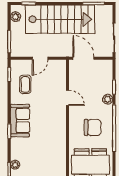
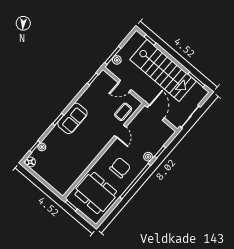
plant: (16, 17) -> (117, 60), moved
coffee table: (25, 84) -> (123, 112), moved
chair: (93, 127) -> (120, 168), turned -90

